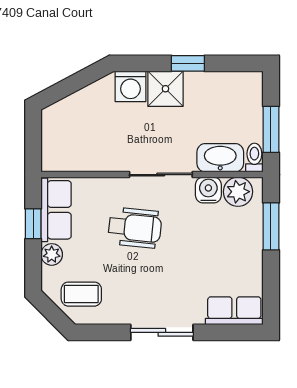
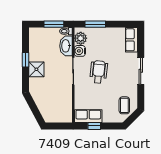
washing machine: (131, 86) -> (35, 84), removed
wheelchair: (135, 228) -> (99, 72), moved
plant: (52, 254) -> (107, 118), removed

